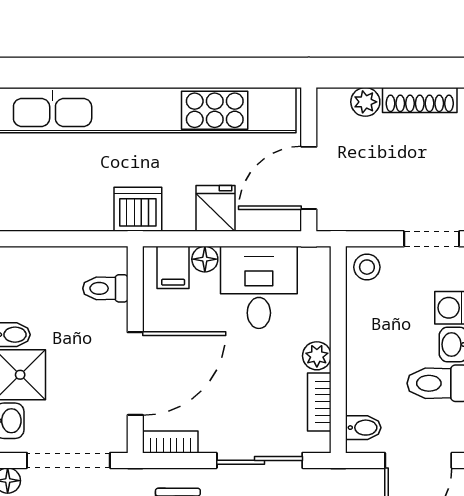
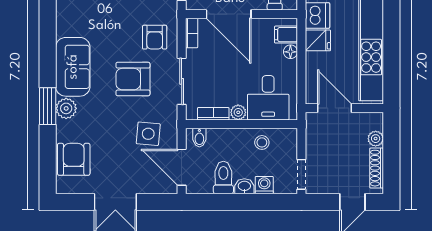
fridge: (215, 208) -> (318, 40), moved
stool: (367, 267) -> (262, 142), moved
desk: (259, 287) -> (268, 98), moved, turned 90

